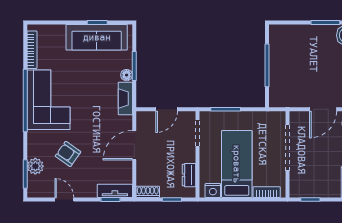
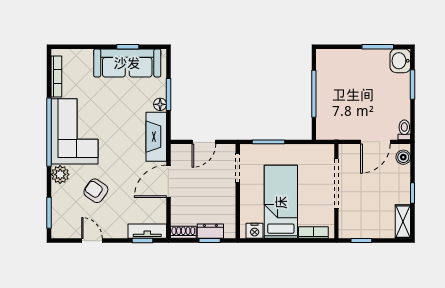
fireplace: (125, 99) -> (156, 137), width x1.37, depth x1.32
plant: (35, 166) -> (60, 174), moved
dresser: (189, 175) -> (210, 231), moved, turned 90

